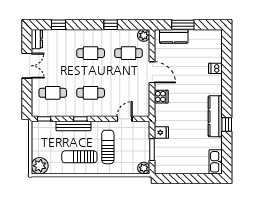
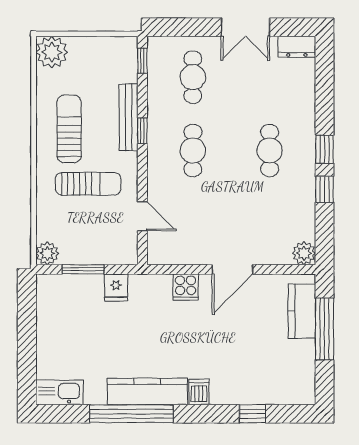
window: (59, 25) -> (324, 149), moved
window: (183, 25) -> (324, 329), width x1.44
cafe table: (129, 53) -> (270, 224), removed
window: (227, 62) -> (252, 414), added
dishwasher: (215, 68) -> (199, 392), moved
window: (227, 125) -> (132, 414), width x3.17

